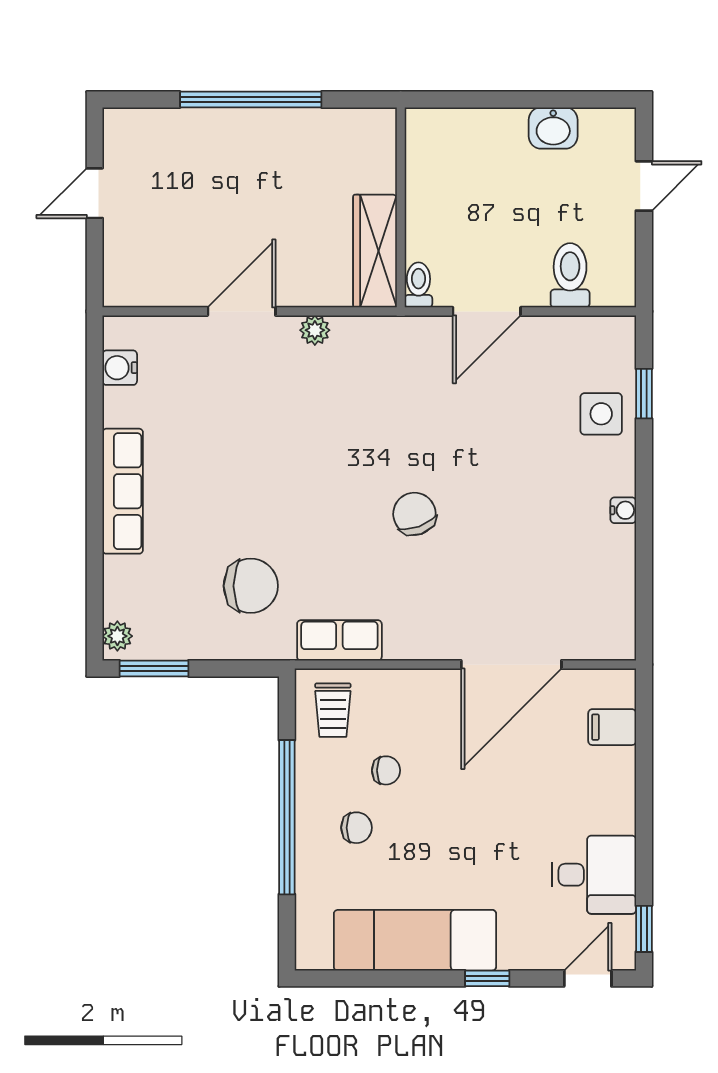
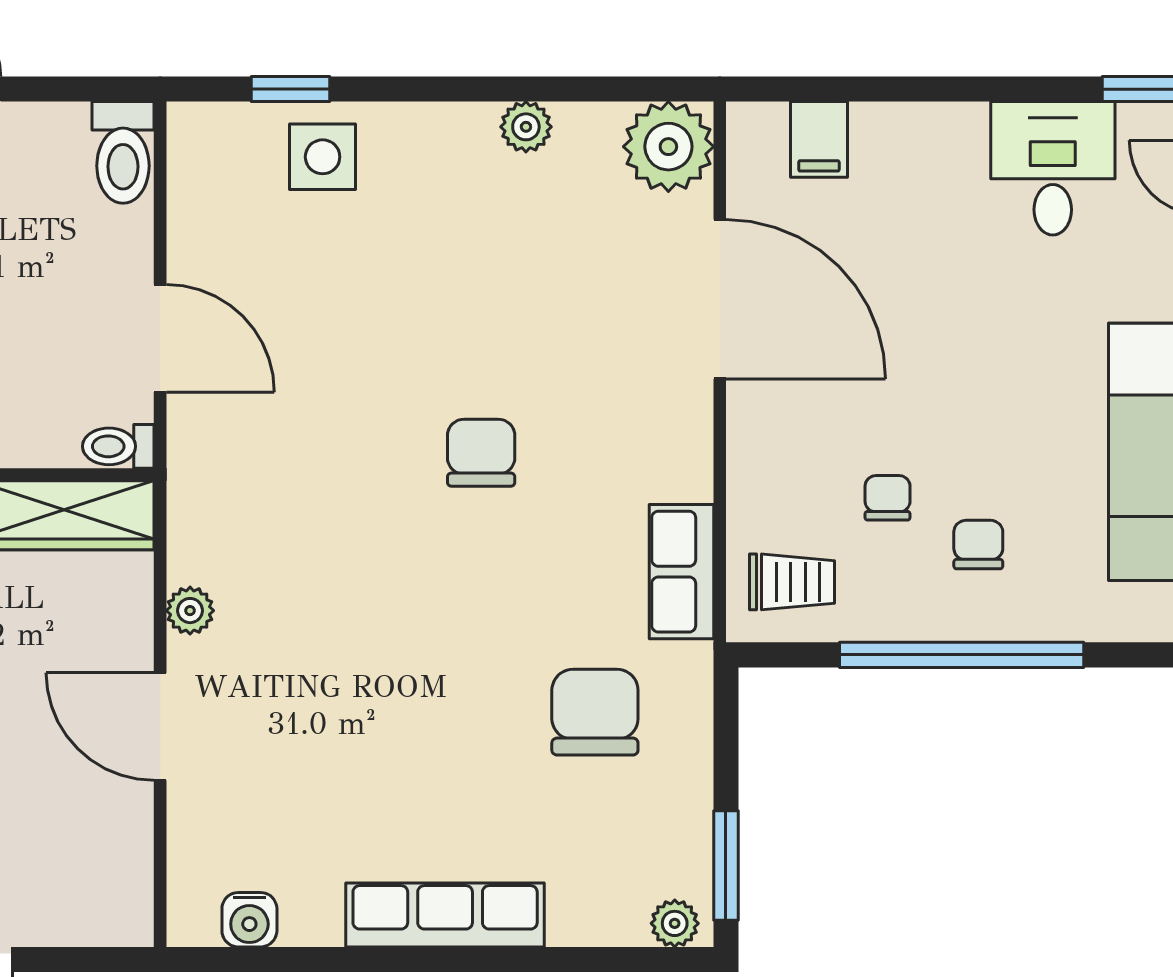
toilet: (570, 275) -> (123, 152), moved, turned -90
water cooler: (623, 510) -> (475, 122), removed
chair: (414, 514) -> (481, 453), turned 110
plant: (620, 542) -> (526, 127), added
plant: (608, 632) -> (668, 147), added

